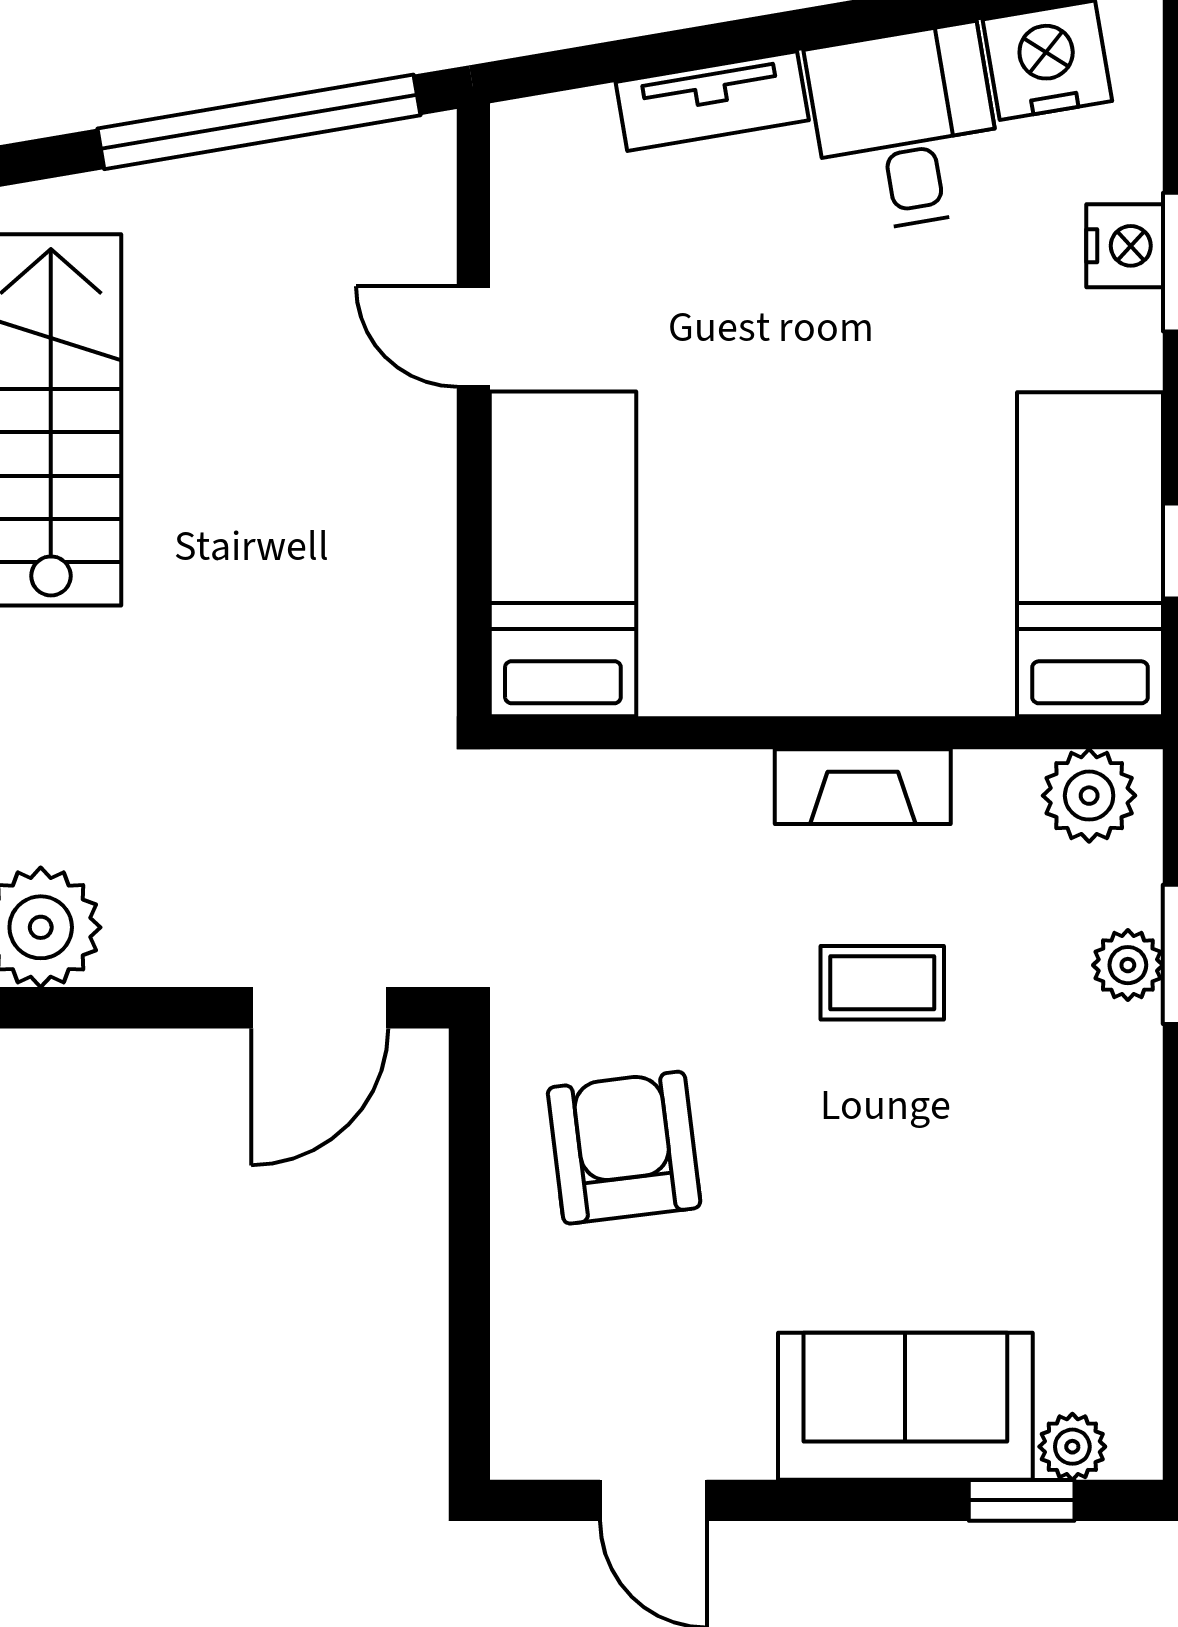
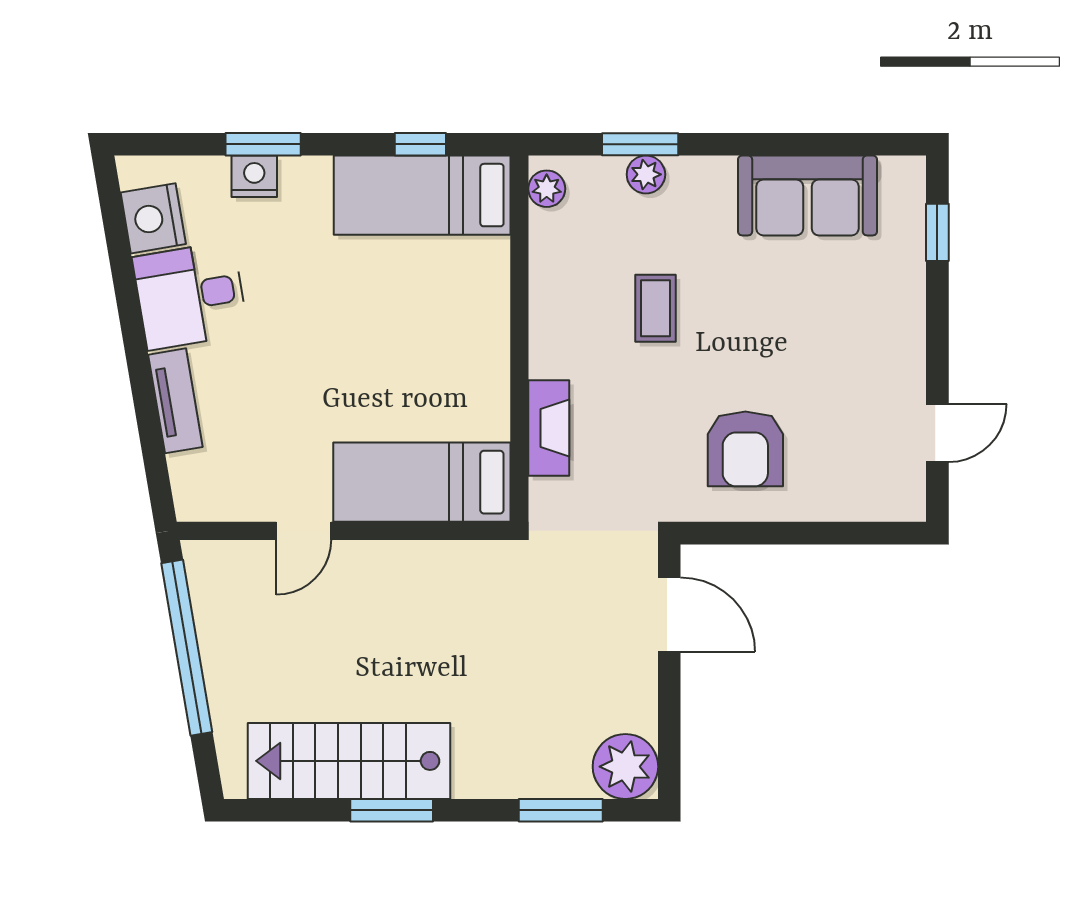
fireplace: (863, 787) -> (549, 428), moved
plant: (1089, 796) -> (547, 189), width x0.73, depth x0.73
armchair: (624, 1148) -> (745, 449), turned -83
sofa: (905, 1406) -> (807, 195), moved, turned -90
plant: (1072, 1447) -> (908, 205), removed

